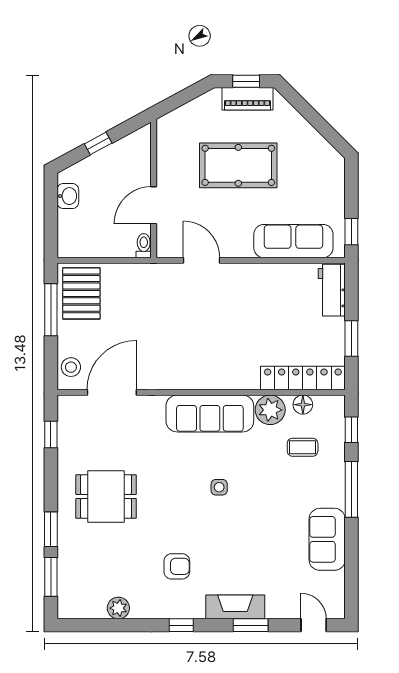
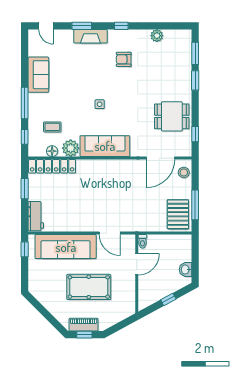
sofa: (293, 241) -> (66, 247), width x1.36, depth x1.27
dining table: (106, 496) -> (172, 116), moved

